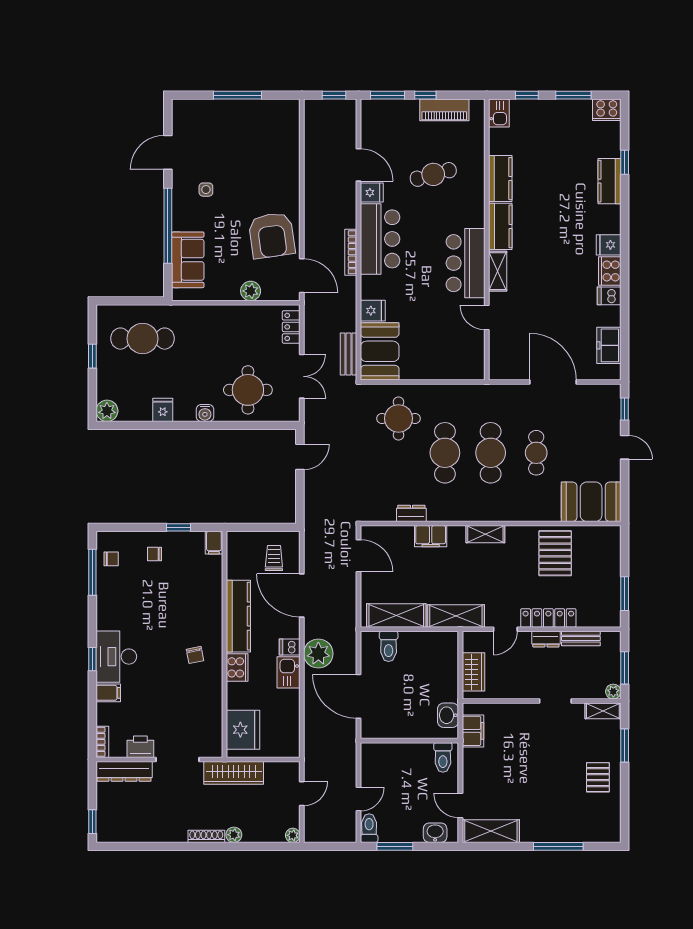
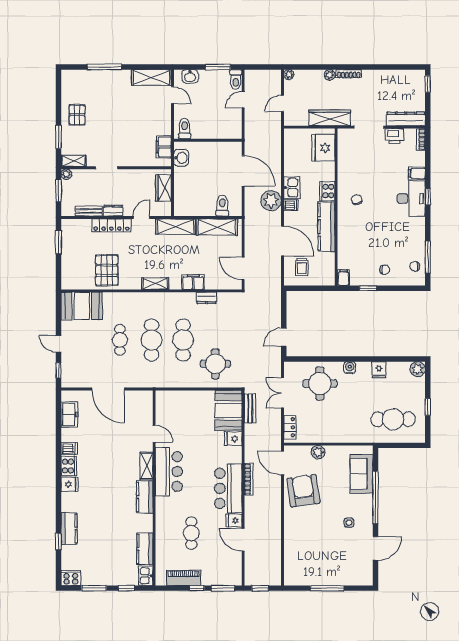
cafe table: (433, 174) -> (191, 533), turned -75
kitchen counter: (500, 179) -> (145, 549), moved

